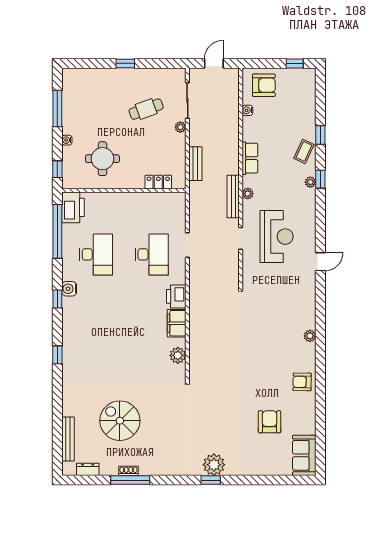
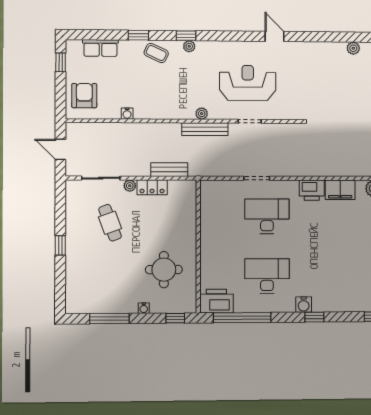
water cooler: (247, 110) -> (127, 114), moved
row of seats: (250, 158) -> (100, 48), moved, turned 180
locker: (158, 182) -> (152, 187), moved, turned -90

